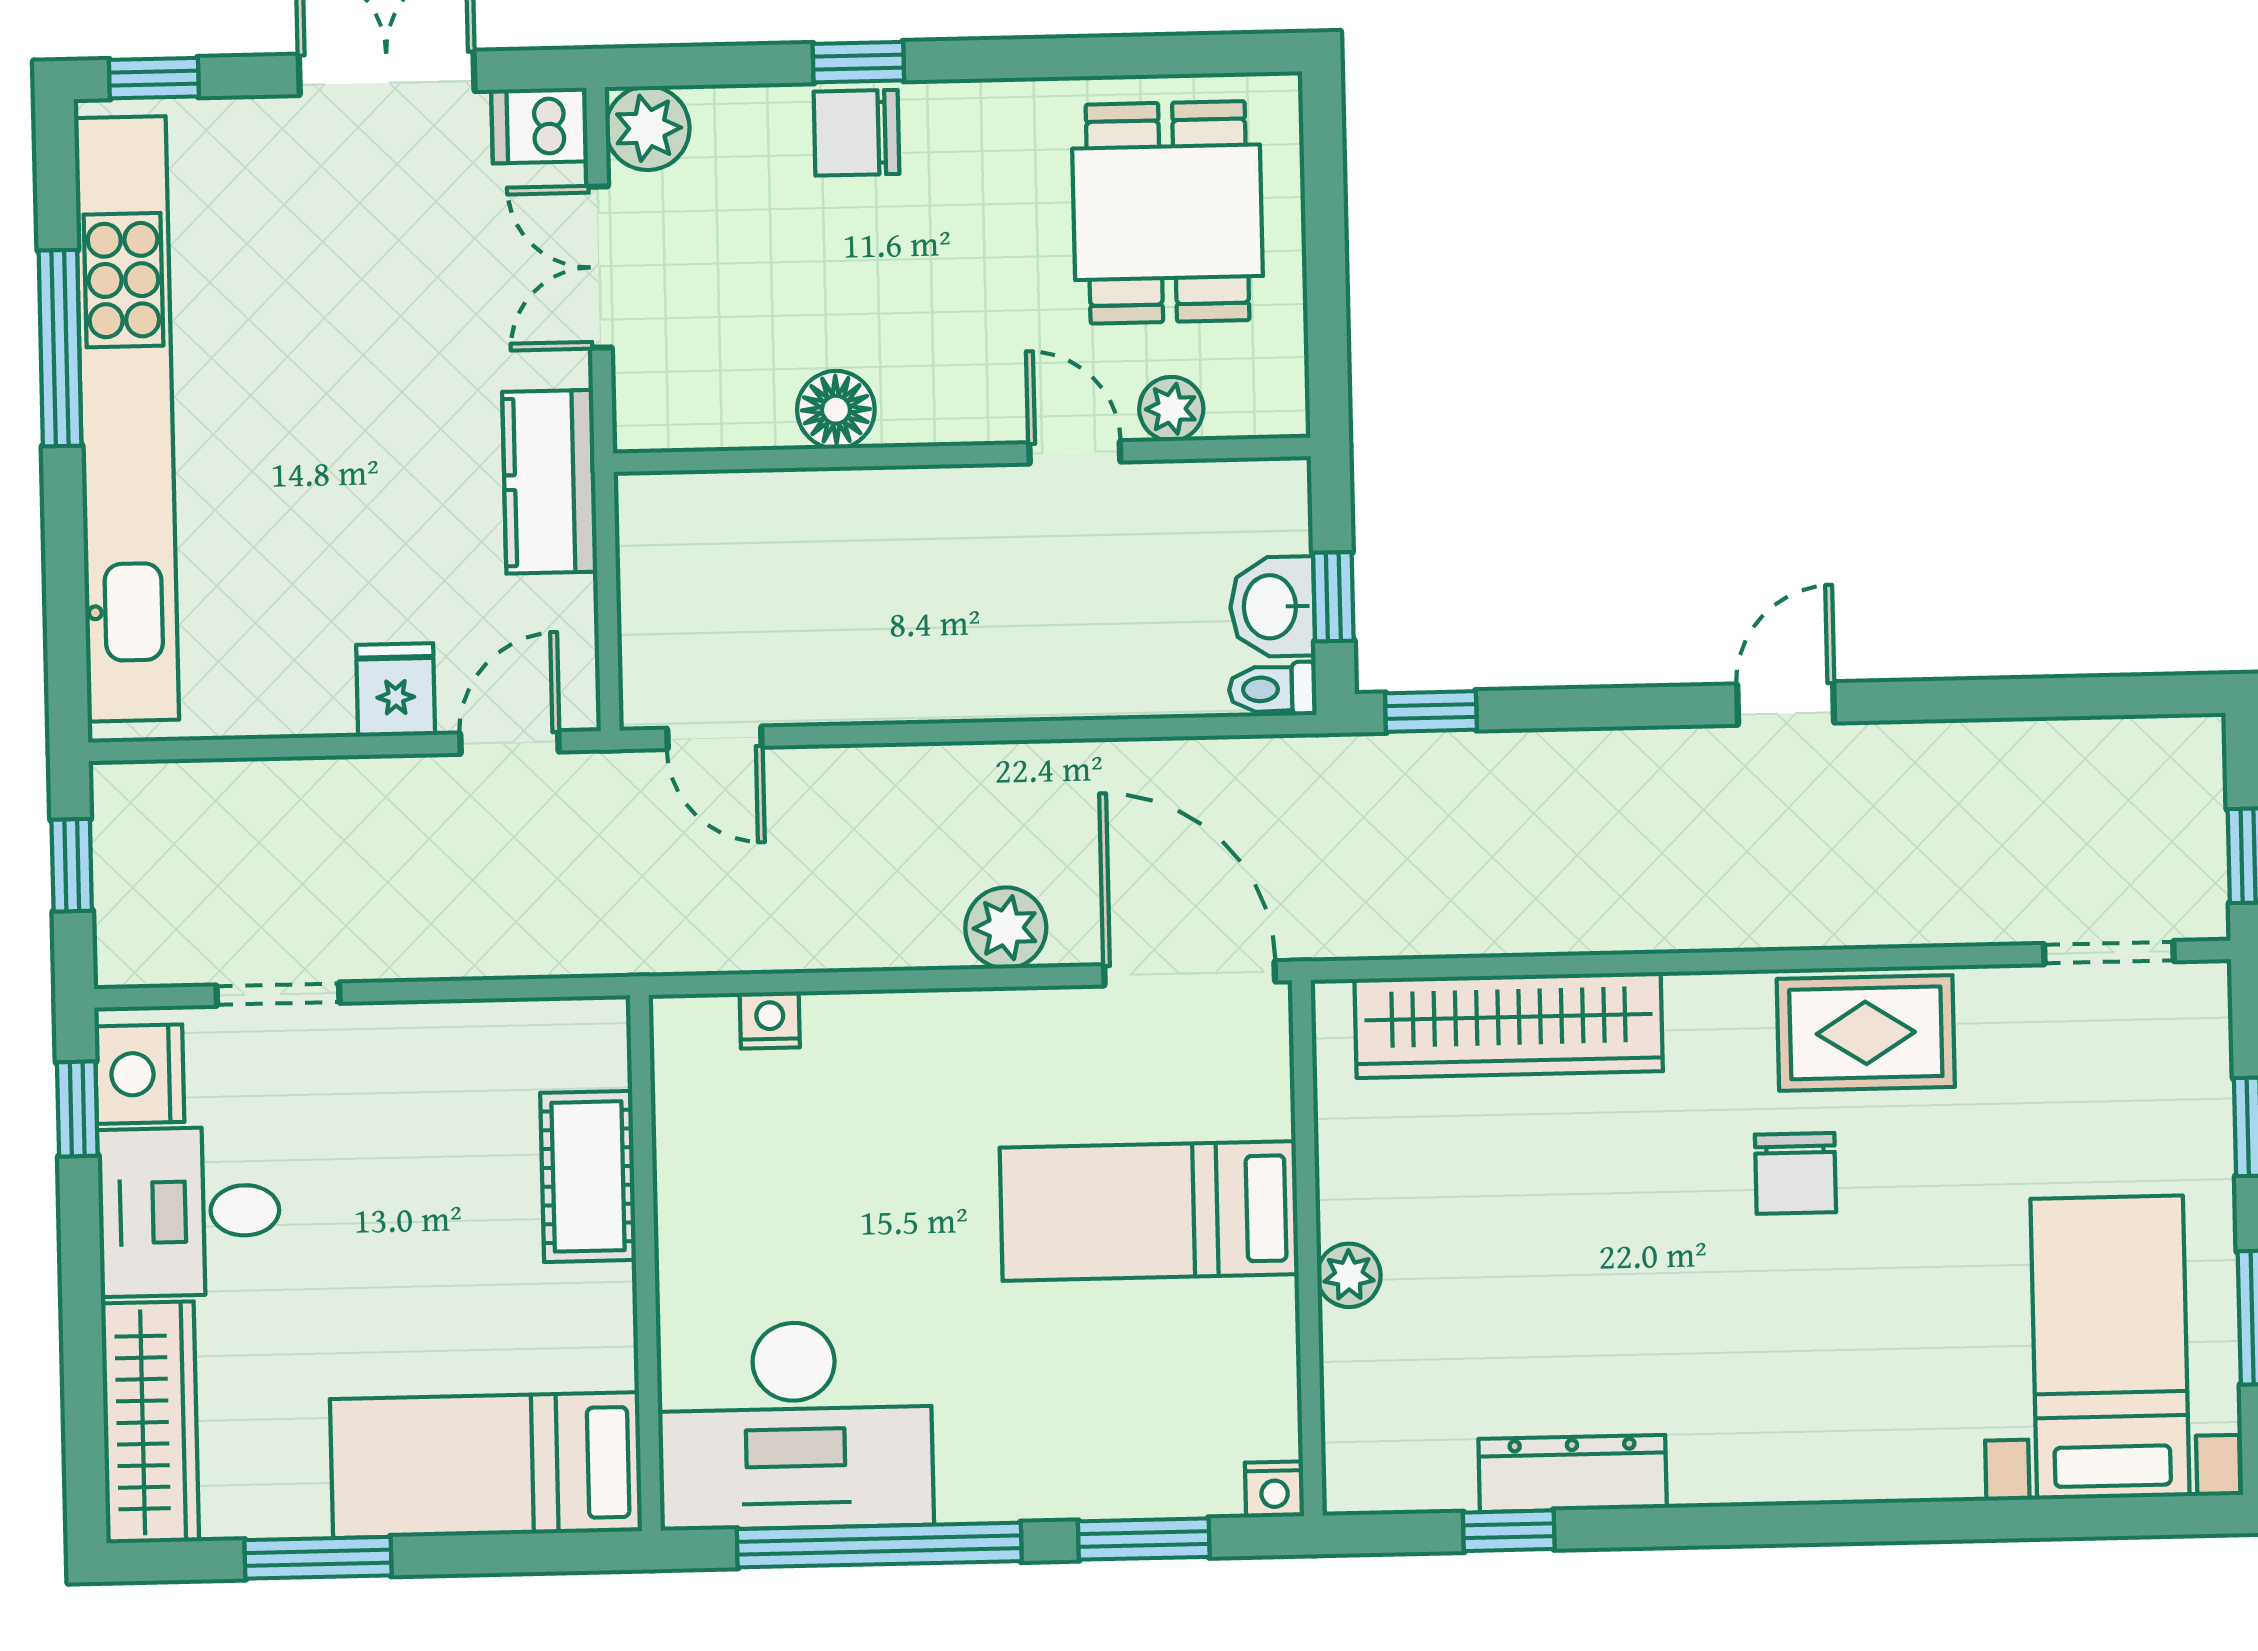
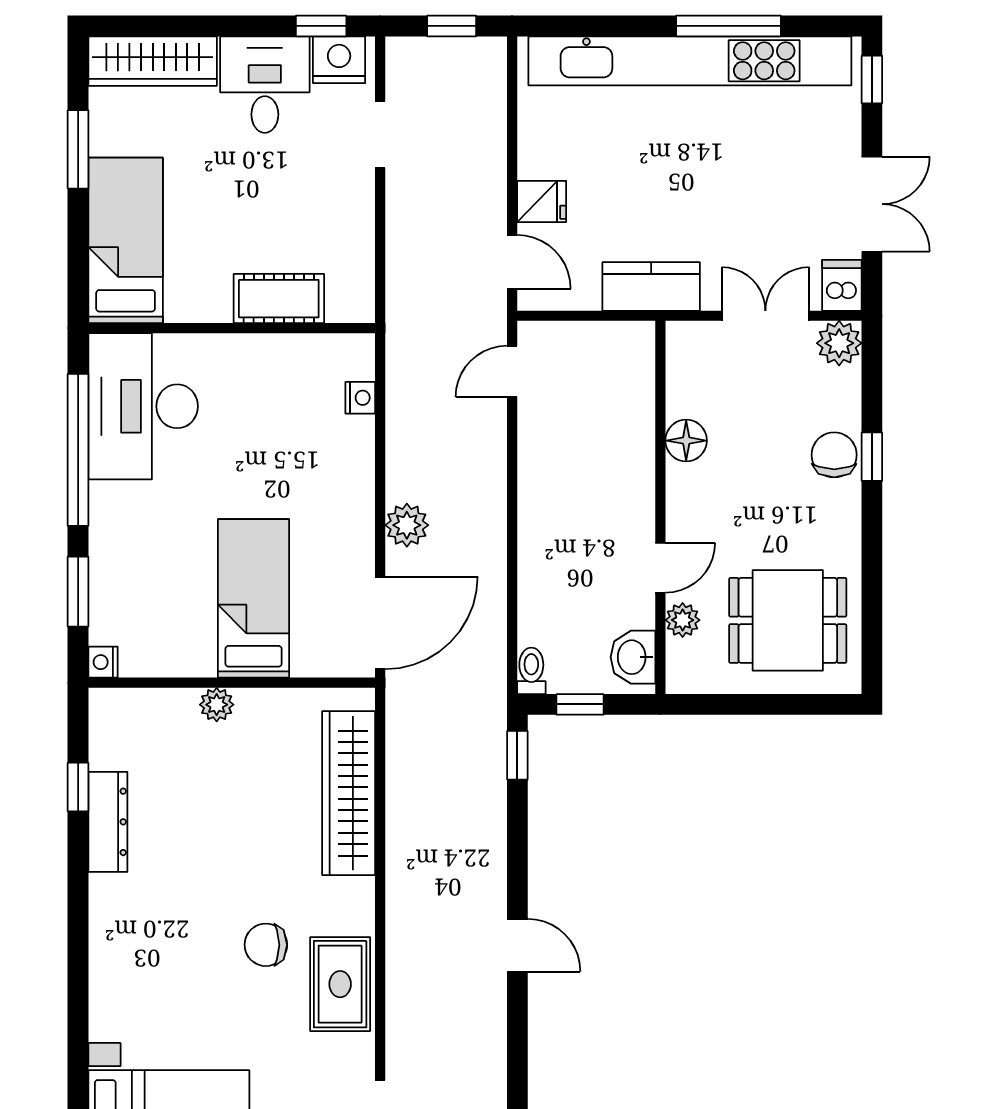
washbasin: (1272, 607) -> (633, 657), moved, turned -90

